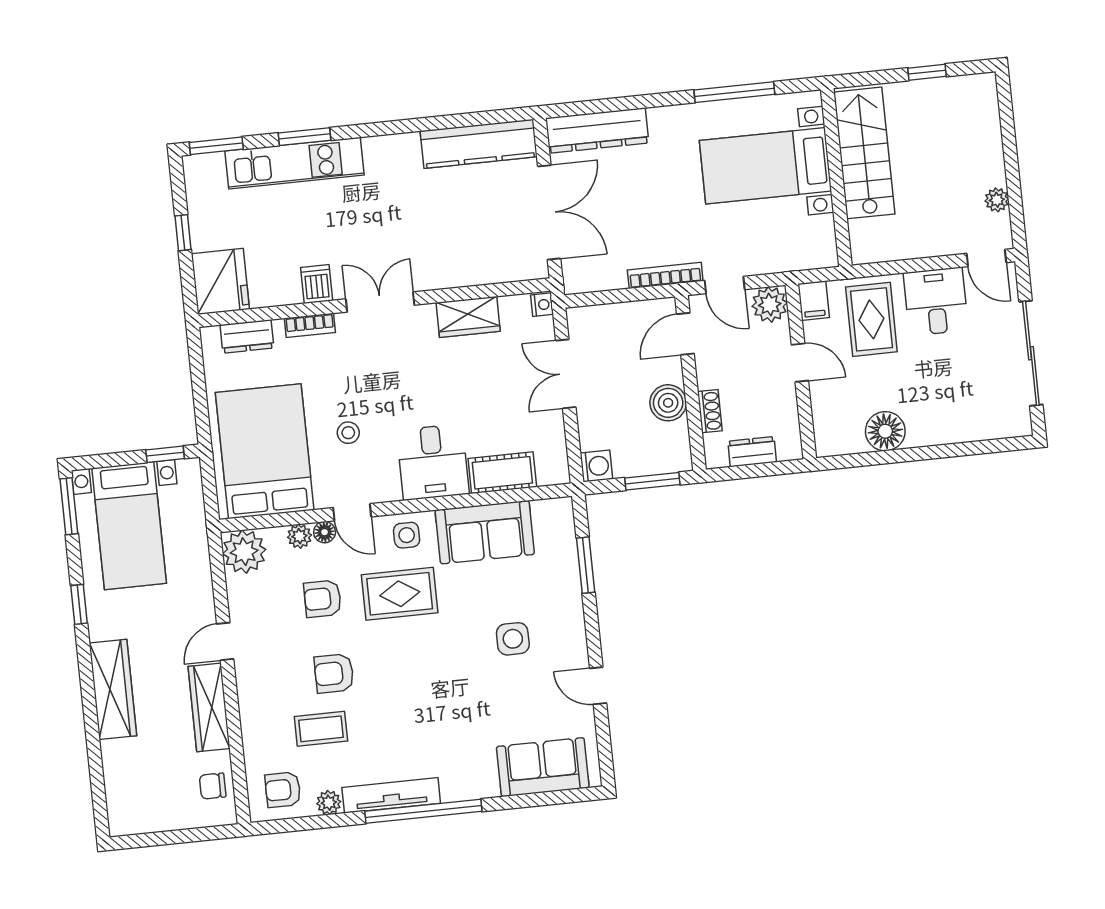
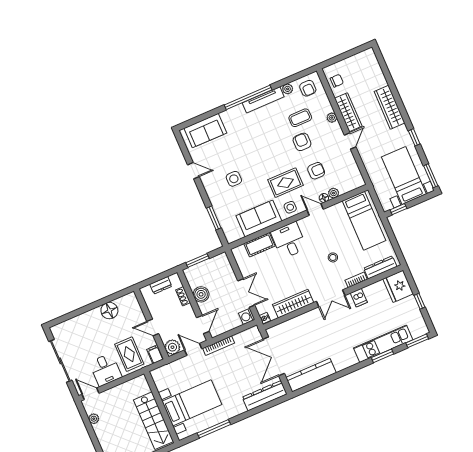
wardrobe: (468, 317) -> (293, 304), width x1.50
dresser: (247, 336) -> (380, 267), width x1.44
stool: (348, 433) -> (333, 257), moved
bed: (265, 451) -> (364, 221), width x0.67
washing machine: (596, 466) -> (247, 316), moved
plant: (244, 552) -> (332, 118), moved, width x0.53, depth x0.53
armchair: (334, 673) -> (302, 142), turned -90
armchair: (283, 790) -> (308, 88), turned 90

